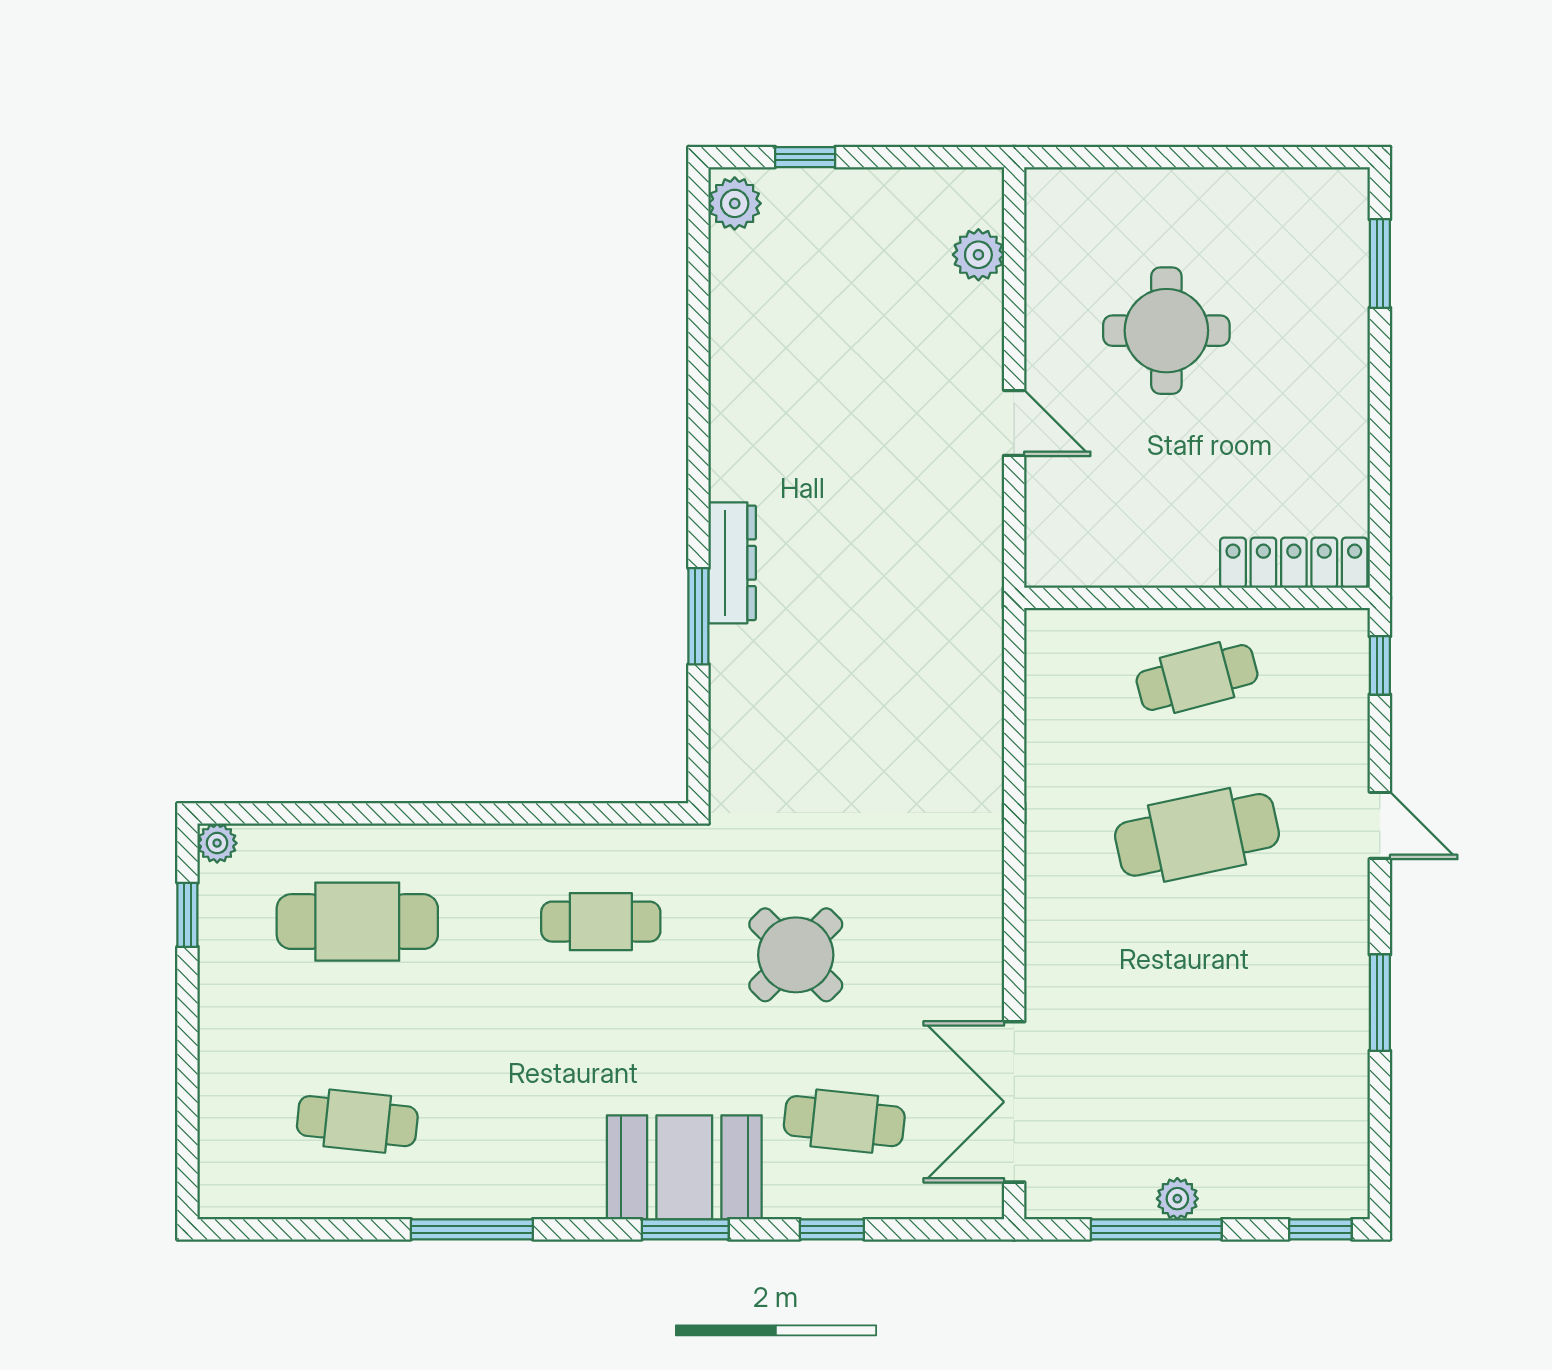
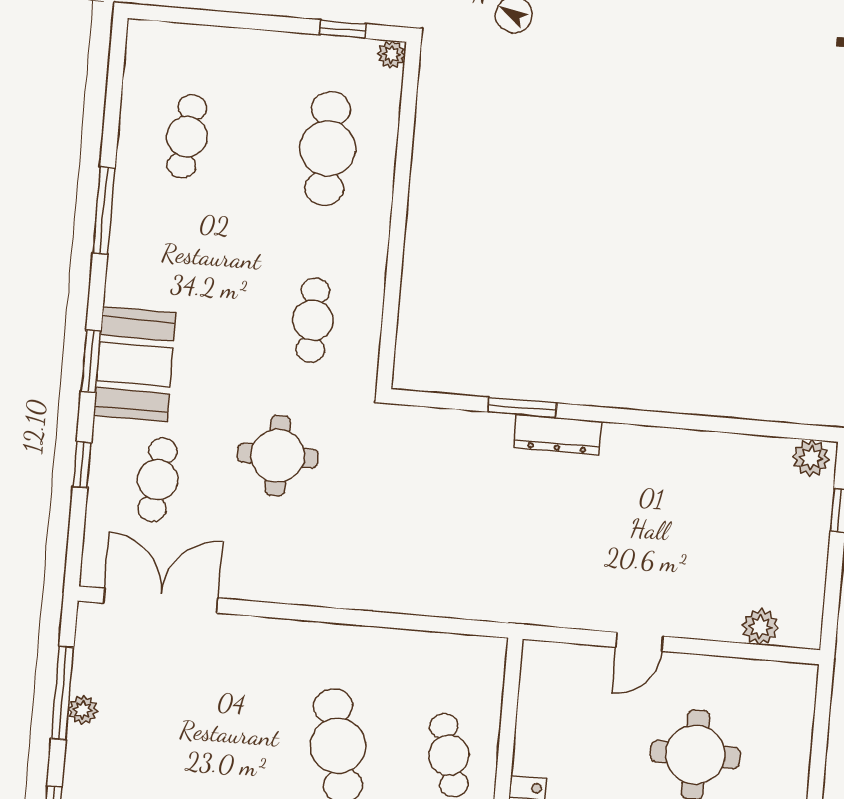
round table: (796, 955) -> (278, 456), turned 45

